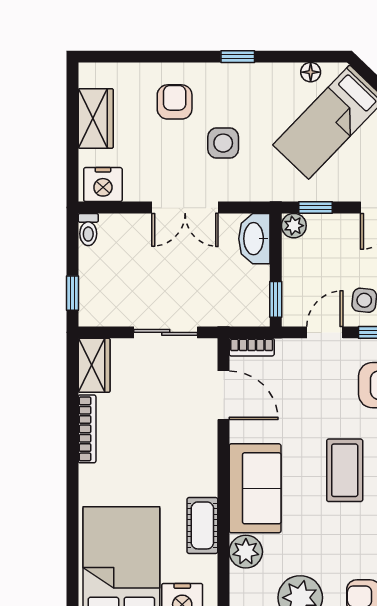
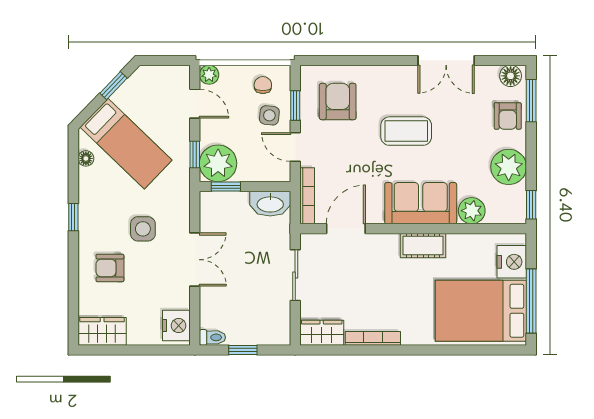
wardrobe: (96, 118) -> (102, 331), moved
plant: (294, 226) -> (218, 163), width x1.87, depth x1.87
washbasin: (254, 239) -> (270, 204), moved
window: (73, 293) -> (243, 350), moved
window: (276, 299) -> (226, 187), moved
bookcase: (252, 347) -> (307, 196), width x1.56
cot: (202, 525) -> (423, 246), moved

